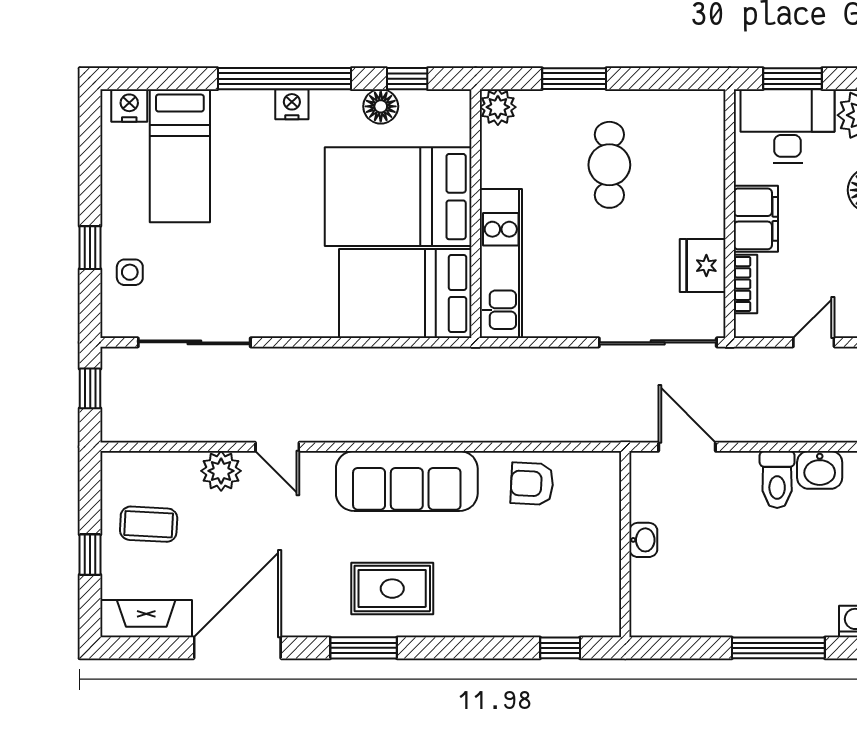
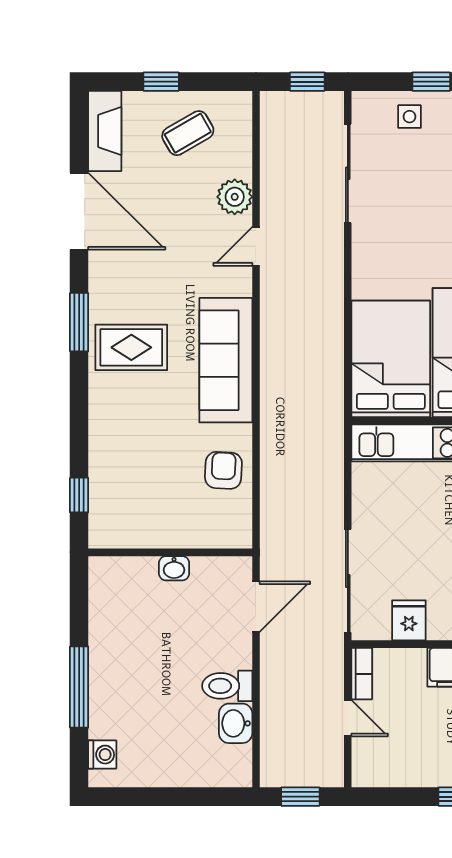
fridge: (703, 266) -> (409, 620), width x0.72
bookcase: (746, 284) -> (362, 674), moved, turned -90
coffee table: (149, 524) -> (188, 133), turned 57
rug: (392, 589) -> (131, 347), turned 90

